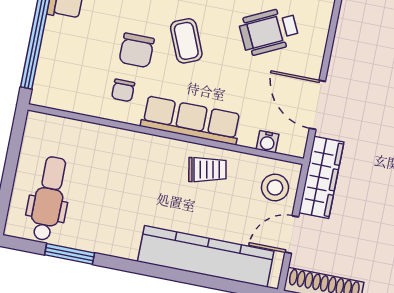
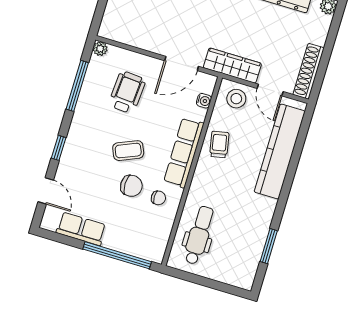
wheelchair: (269, 31) -> (127, 92), turned -150
dental chair: (49, 199) -> (199, 235), moved, turned 90

